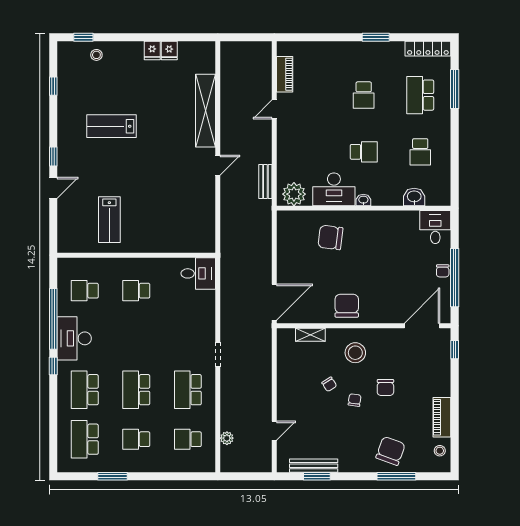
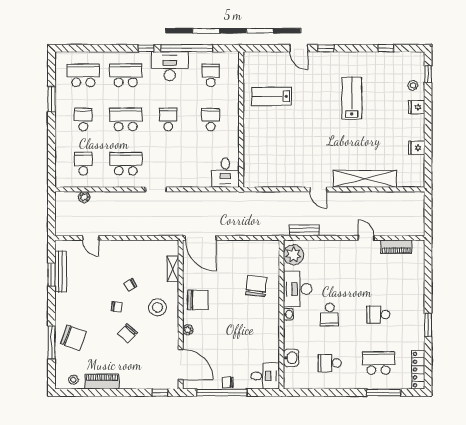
fridge: (152, 50) -> (417, 107), moved
plant: (382, 317) -> (188, 330), added
school desk: (136, 340) -> (168, 119), added
chair: (385, 388) -> (128, 333), turned -48

